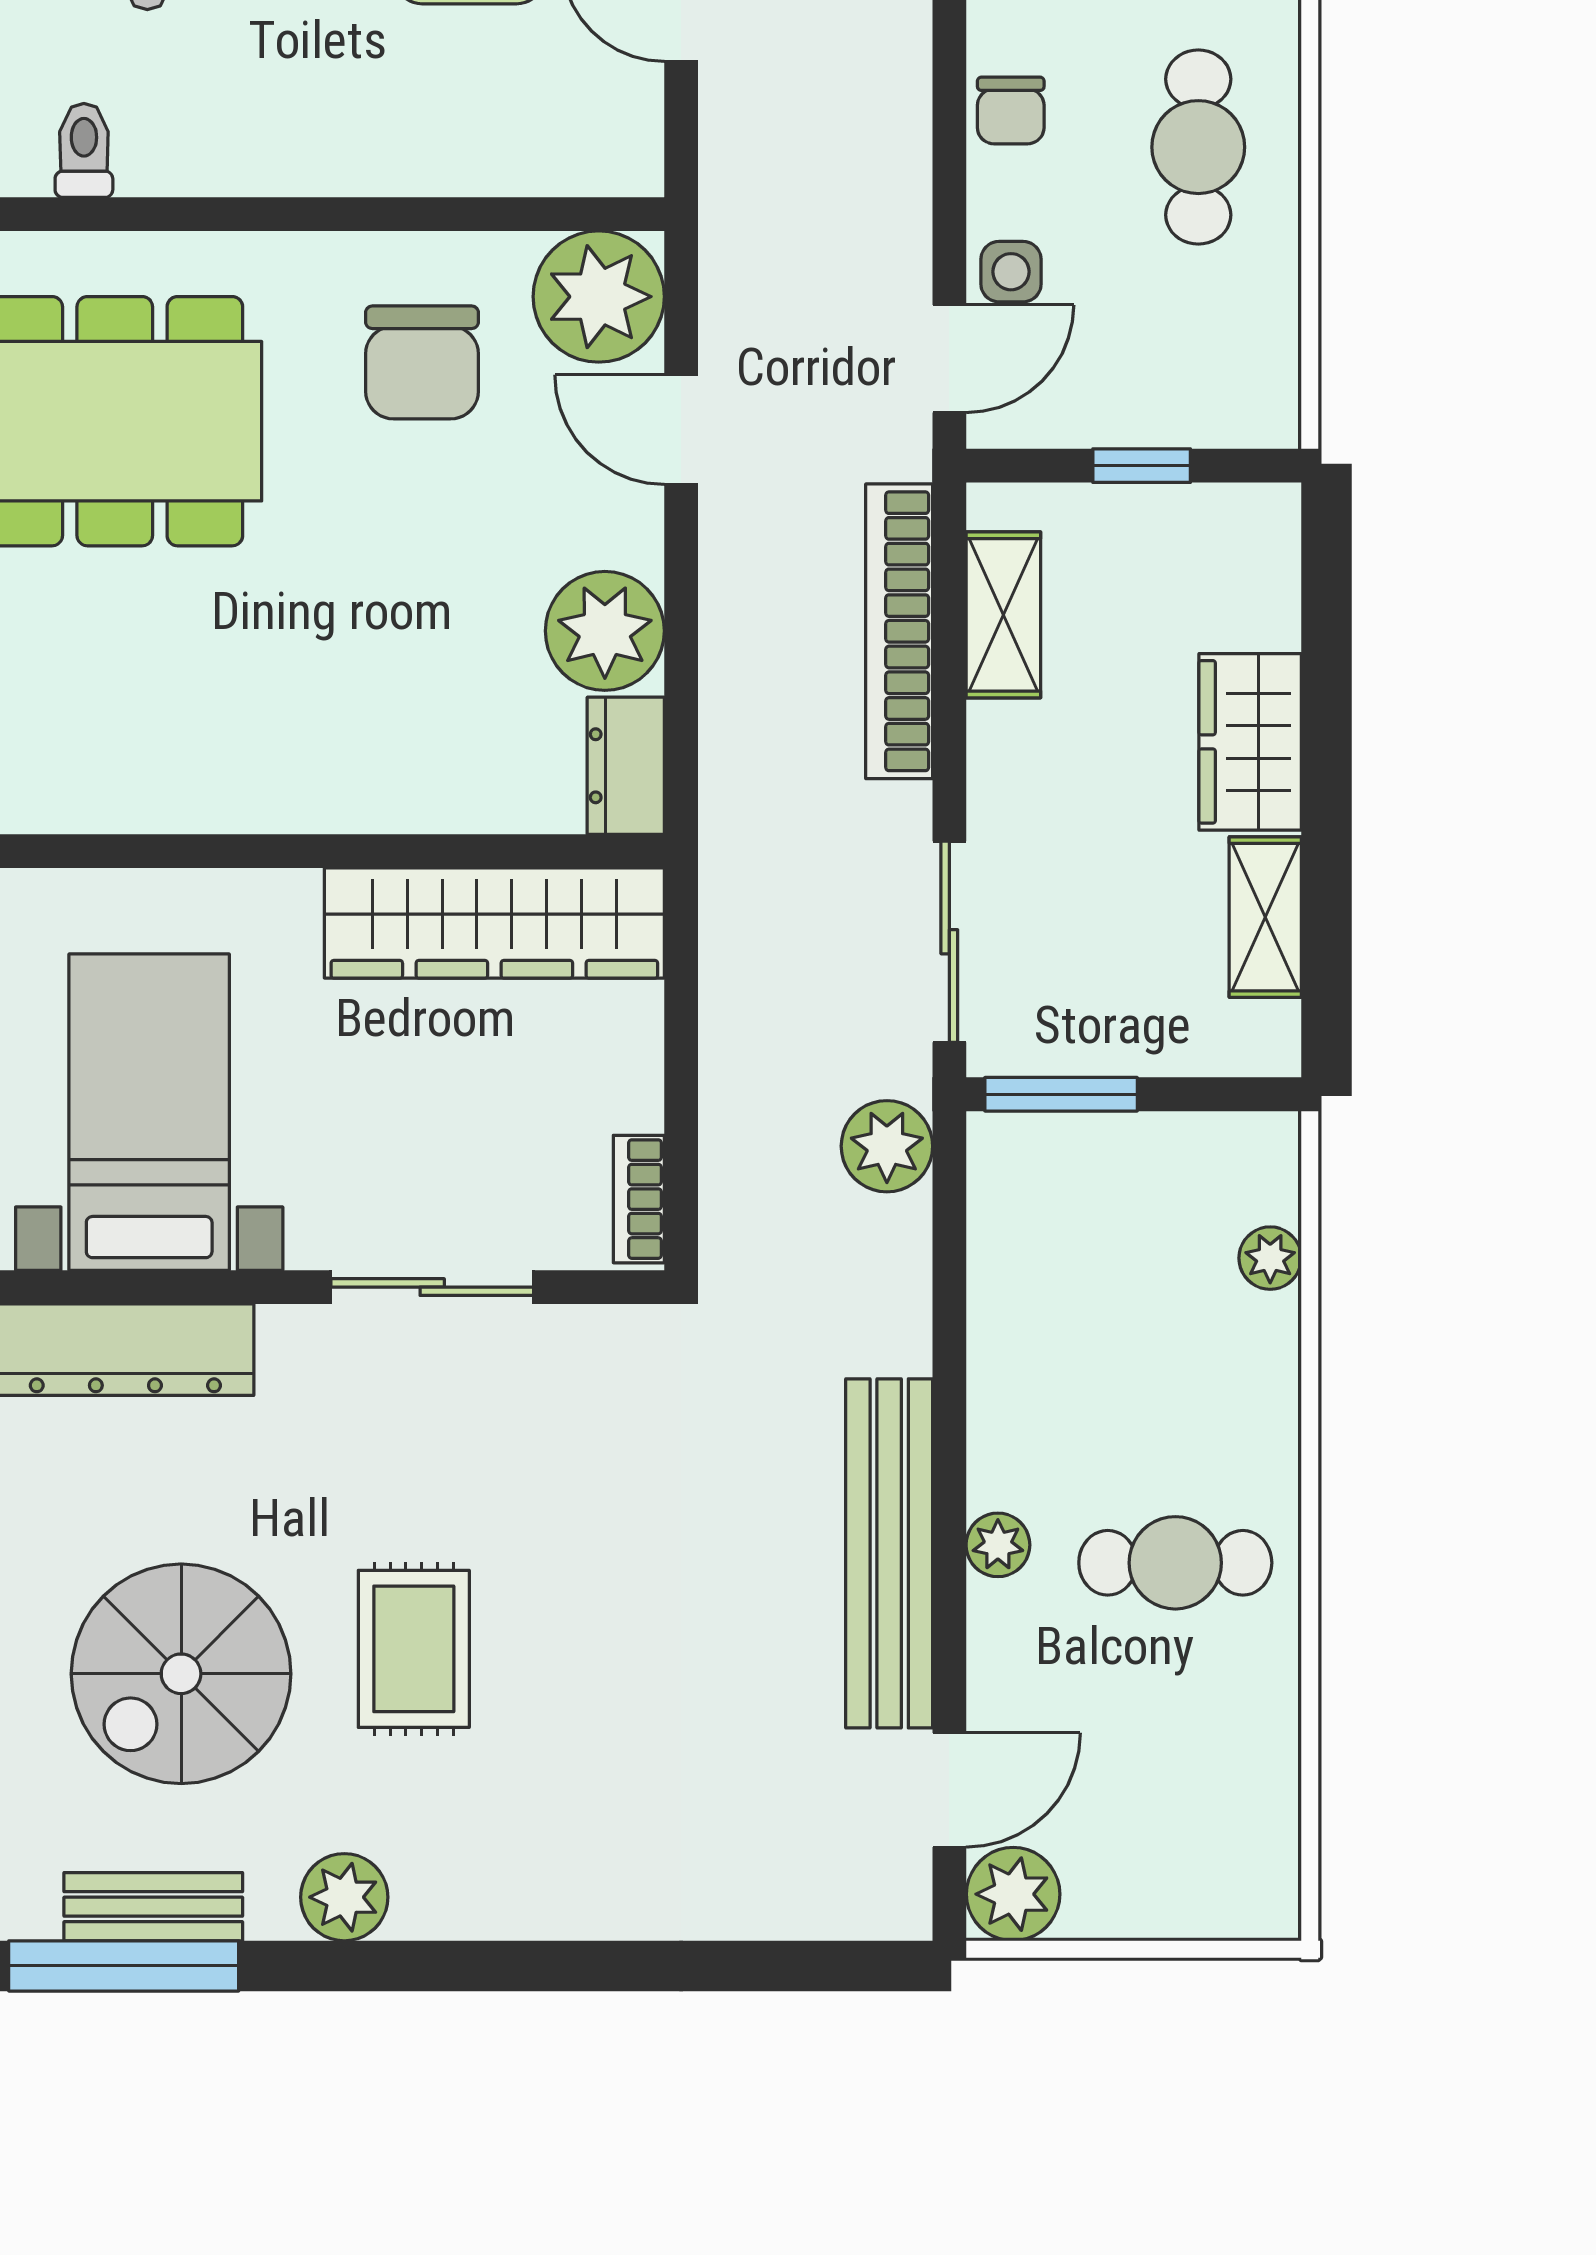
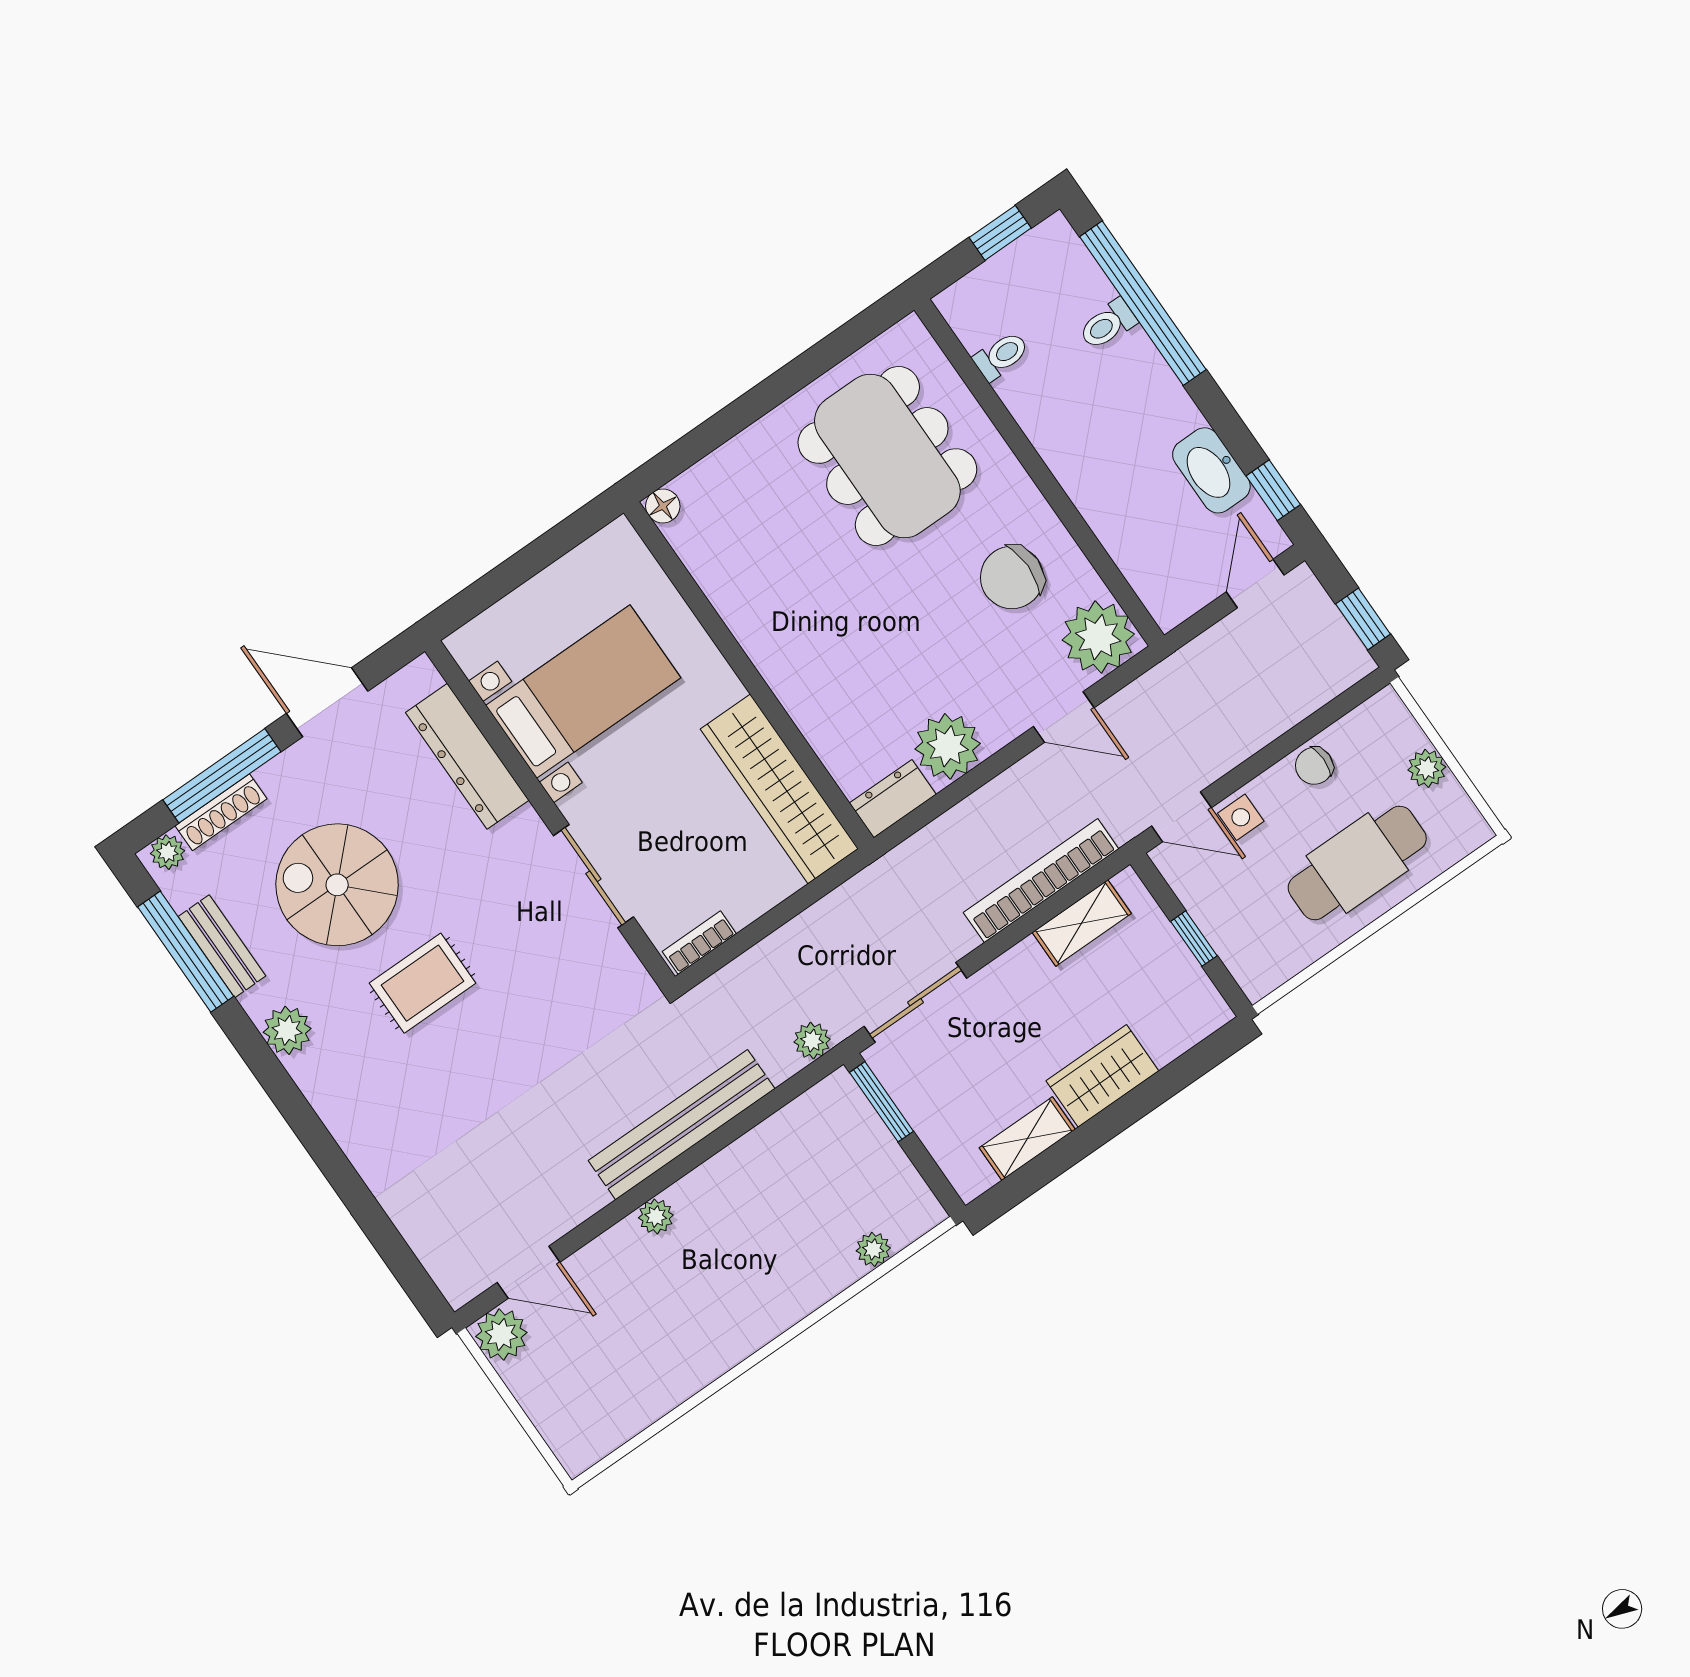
cafe table: (1198, 147) -> (1357, 863), width x1.37, depth x1.35
door: (681, 430) -> (1064, 717), swing flipped
plant: (887, 1146) -> (812, 1041), width x0.73, depth x0.73
bench: (889, 1553) -> (682, 1125), moved
cafe table: (1175, 1563) -> (704, 1303), removed

